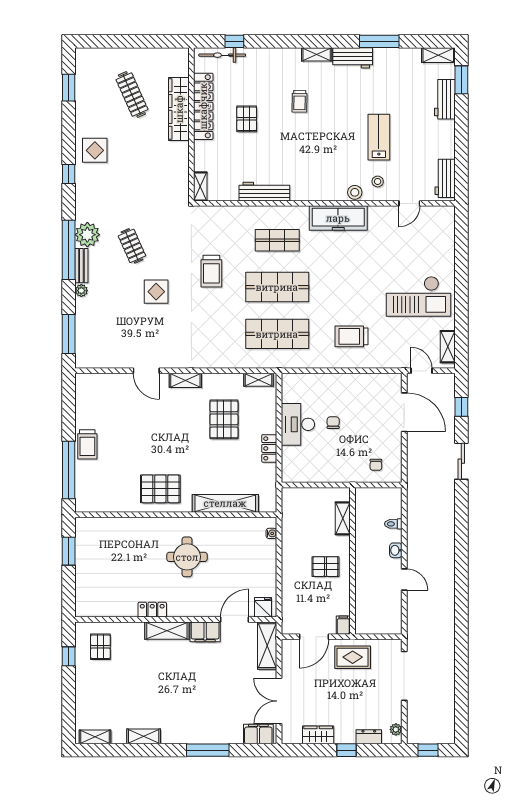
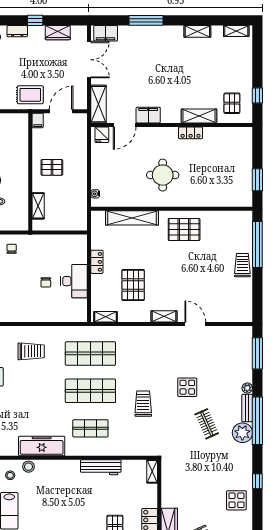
shelving: (167, 631) -> (199, 116), moved

